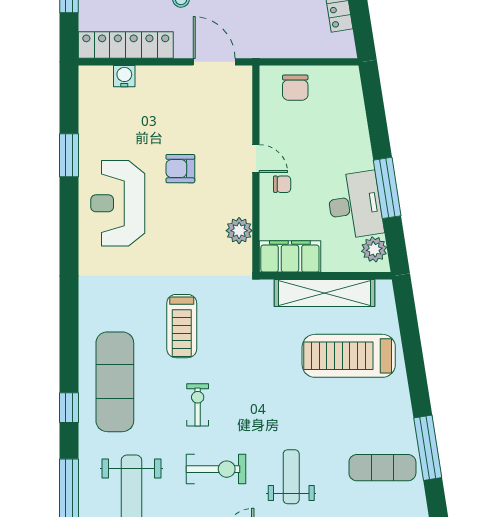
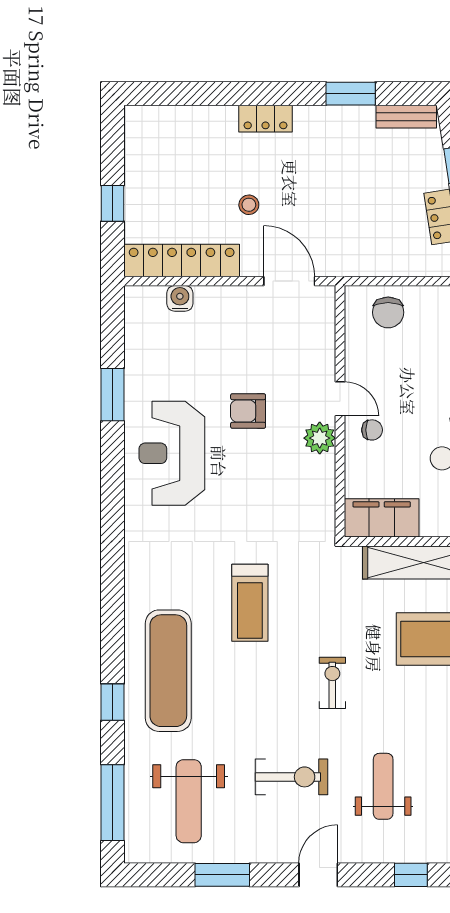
plant: (239, 231) -> (320, 438), moved
exercise bike: (198, 405) -> (332, 683), moved

